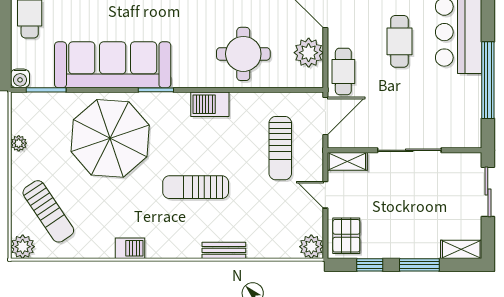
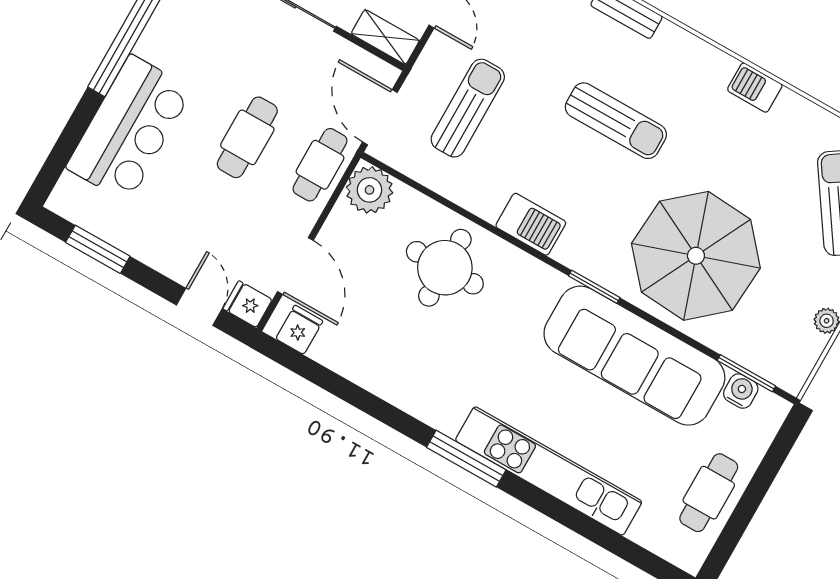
cafe table: (399, 41) -> (247, 137), moved
plant: (309, 53) -> (369, 190), moved
water cooler: (20, 78) -> (741, 391), moved
door: (325, 116) -> (380, 117), hinge flipped

